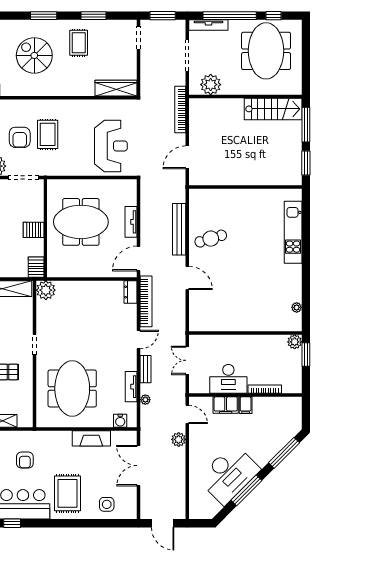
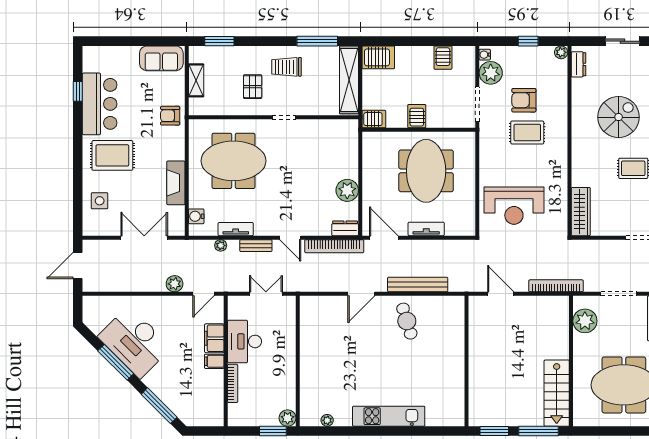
kitchen unit: (293, 232) -> (389, 416), moved
plant: (46, 290) -> (347, 190), moved
armchair: (25, 460) -> (170, 116), moved

